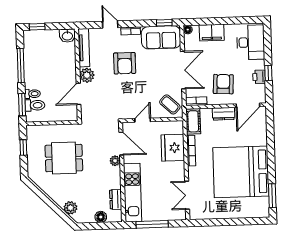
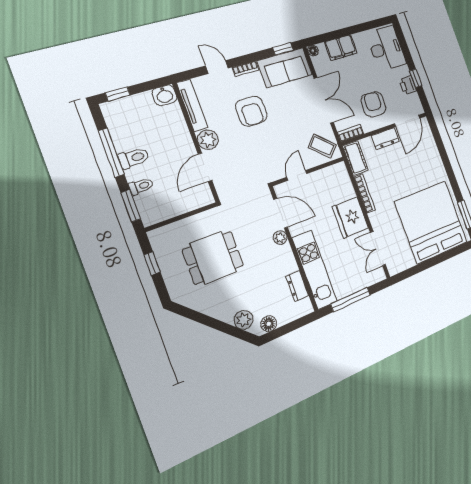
toilet: (35, 105) -> (134, 158), moved
fridge: (173, 148) -> (350, 217), moved
bed: (241, 172) -> (431, 222), moved, turned 90
floor lamp: (101, 217) -> (269, 324), moved

